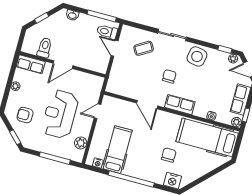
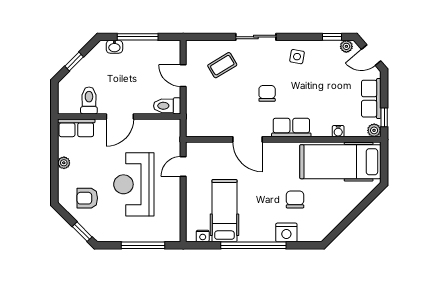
window: (102, 16) -> (138, 37), moved
toilet: (107, 32) -> (167, 106), moved
side table: (197, 56) -> (297, 57), width x0.54, depth x0.54
plant: (81, 143) -> (172, 215), removed
nightstand: (172, 181) -> (286, 232), moved

